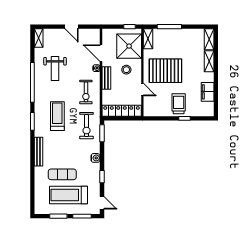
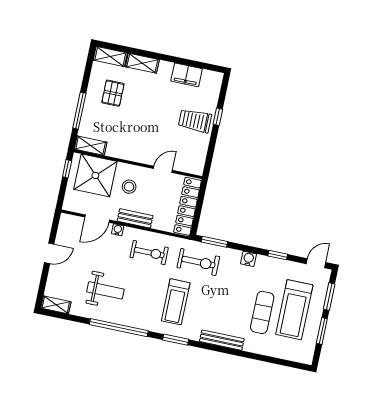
pallet: (165, 71) -> (113, 93), moved, width x0.49, depth x0.50
treadmill: (57, 116) -> (176, 302), turned -90

